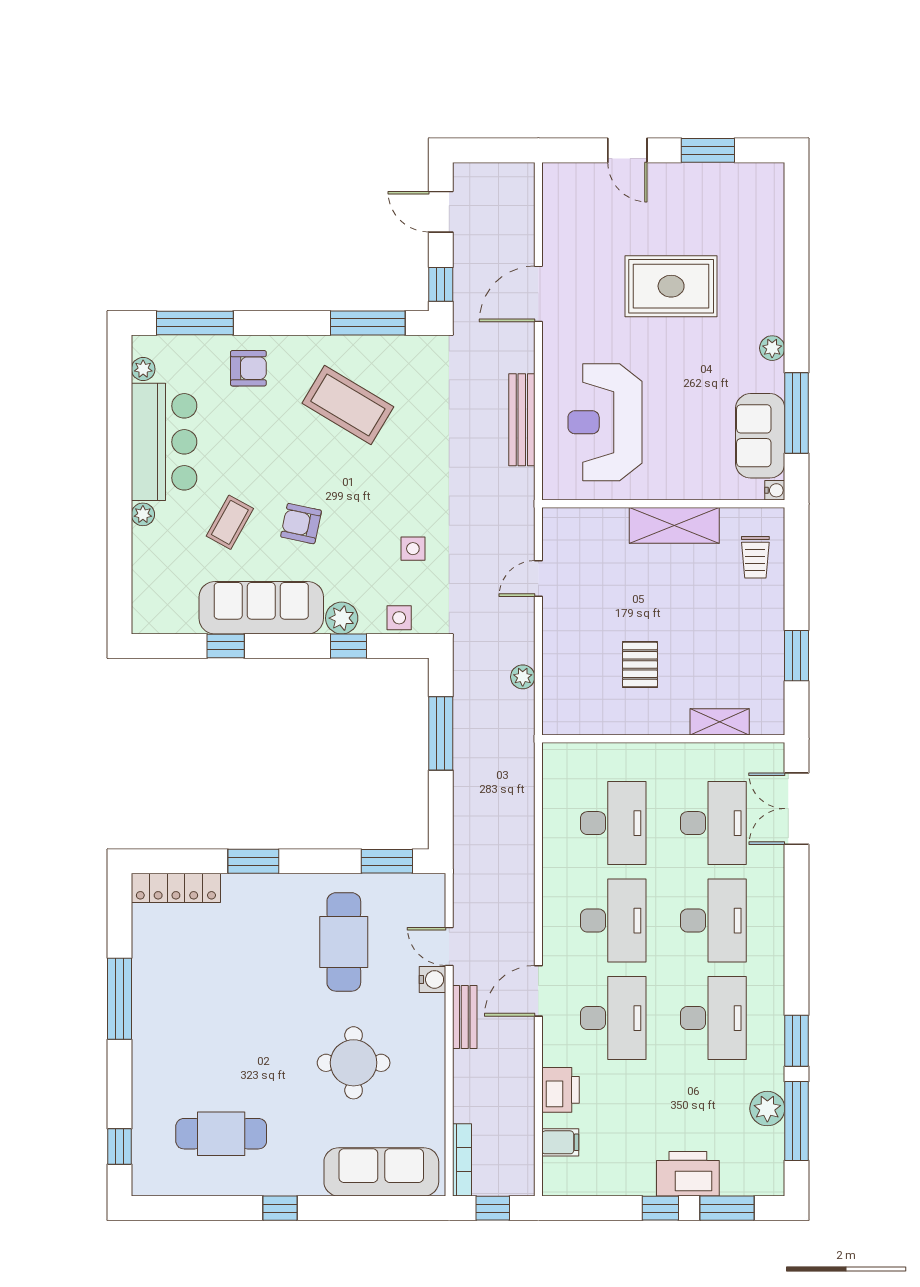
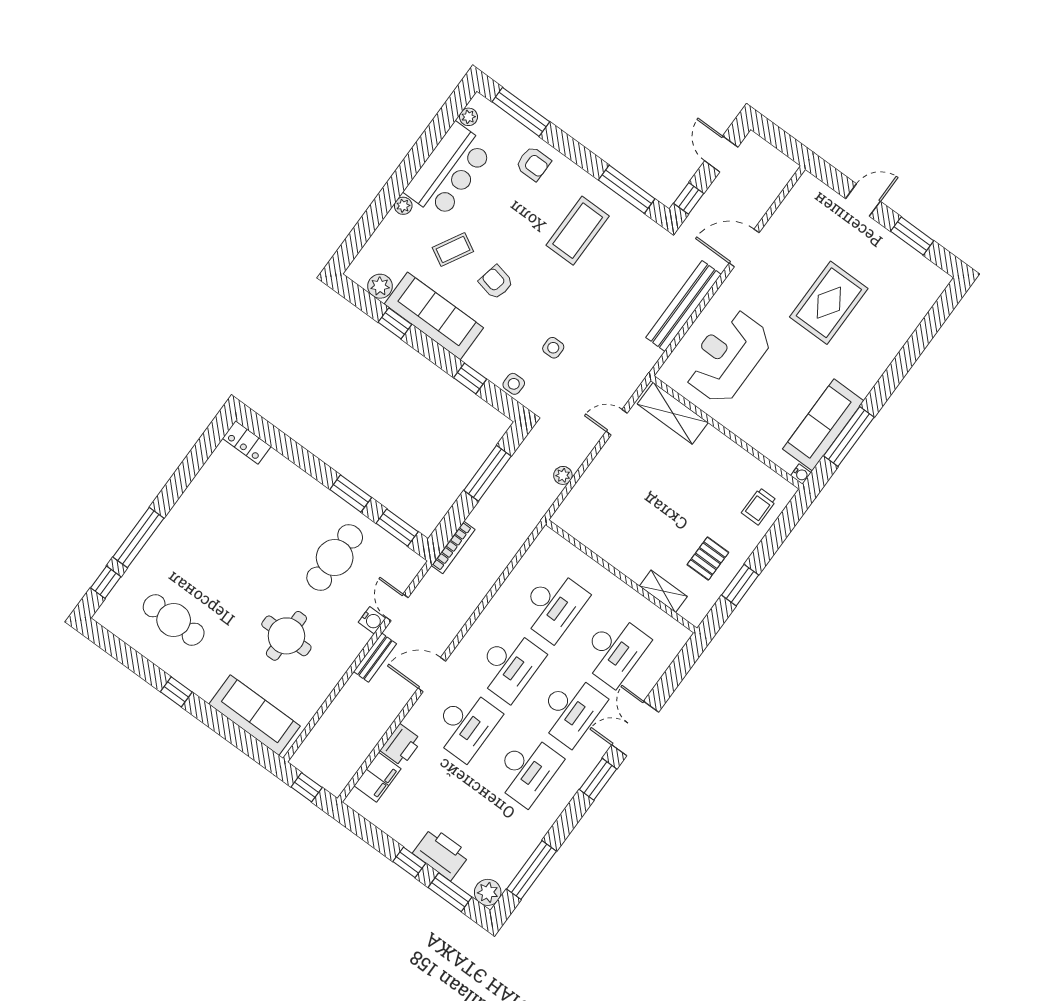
door: (627, 150) -> (863, 200), swing flipped
rug: (671, 286) -> (829, 303), turned 90
plant: (772, 348) -> (863, 386), removed
coffee table: (348, 405) -> (578, 231), turned 59
bench: (522, 420) -> (684, 306), width x1.37, depth x1.21
sofa: (760, 436) -> (823, 425), width x1.36
shelving: (674, 525) -> (673, 413), moved
plant: (342, 618) -> (380, 286), moved
pallet: (640, 665) -> (708, 559), moved
double door: (797, 809) -> (635, 728), moved
window: (253, 861) -> (351, 493), moved
locker: (176, 888) -> (247, 442), width x0.66
window: (120, 999) -> (138, 538), moved
window: (797, 1041) -> (598, 779), moved
plant: (767, 1109) -> (488, 892), moved
filing cabinet: (560, 1142) -> (377, 777), width x2.00
bookcase: (462, 1160) -> (453, 547), moved

